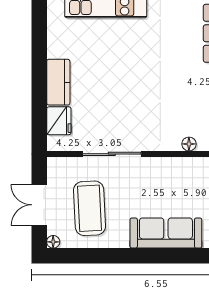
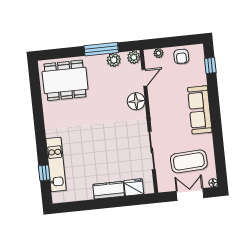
floor lamp: (189, 144) -> (136, 101), width x1.89, depth x1.89
double door: (39, 205) -> (190, 194), swing flipped

